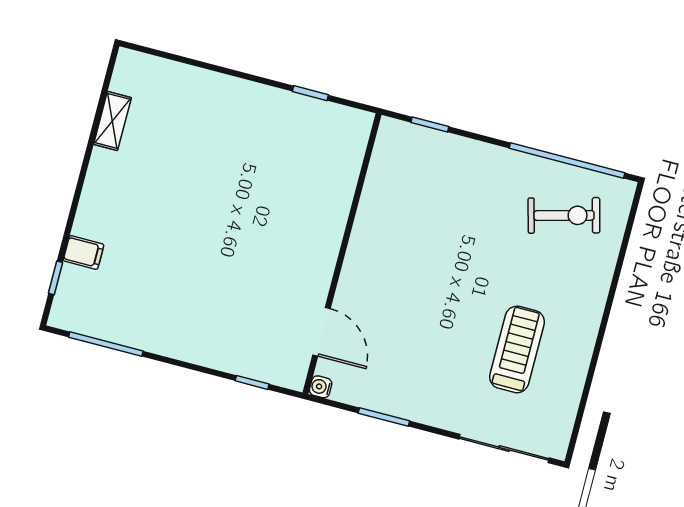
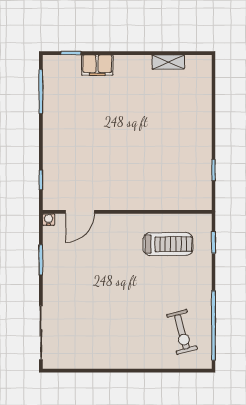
filing cabinet: (83, 252) -> (97, 65), width x2.00
treadmill: (517, 349) -> (168, 244), moved

